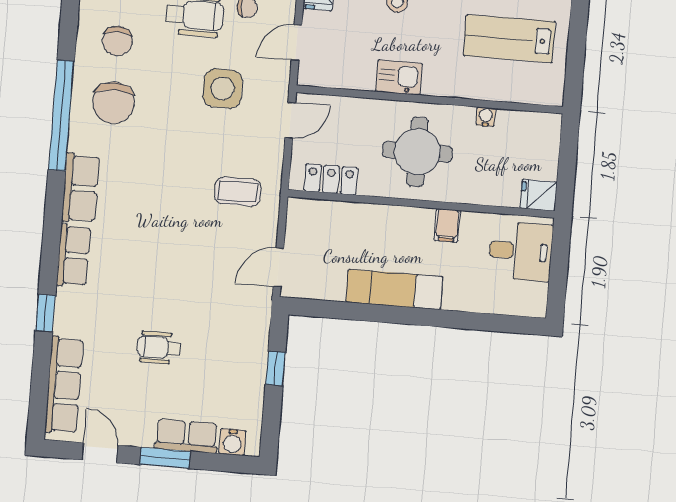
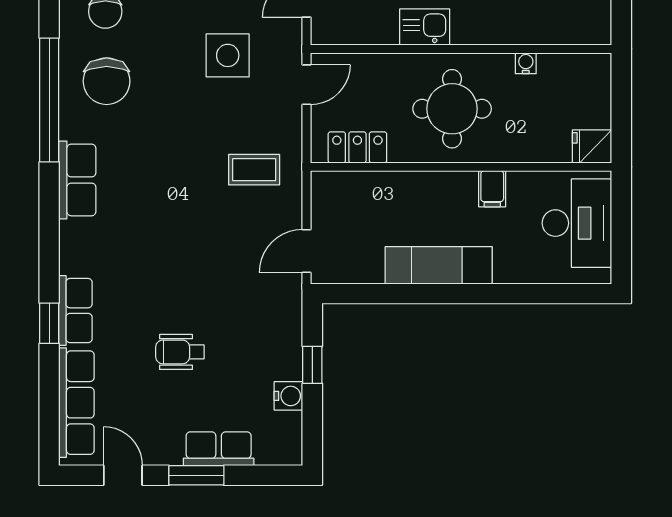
desk: (521, 251) -> (577, 223), width x1.37
row of seats: (73, 256) -> (75, 311), moved
water cooler: (232, 442) -> (288, 396), moved, turned -90

